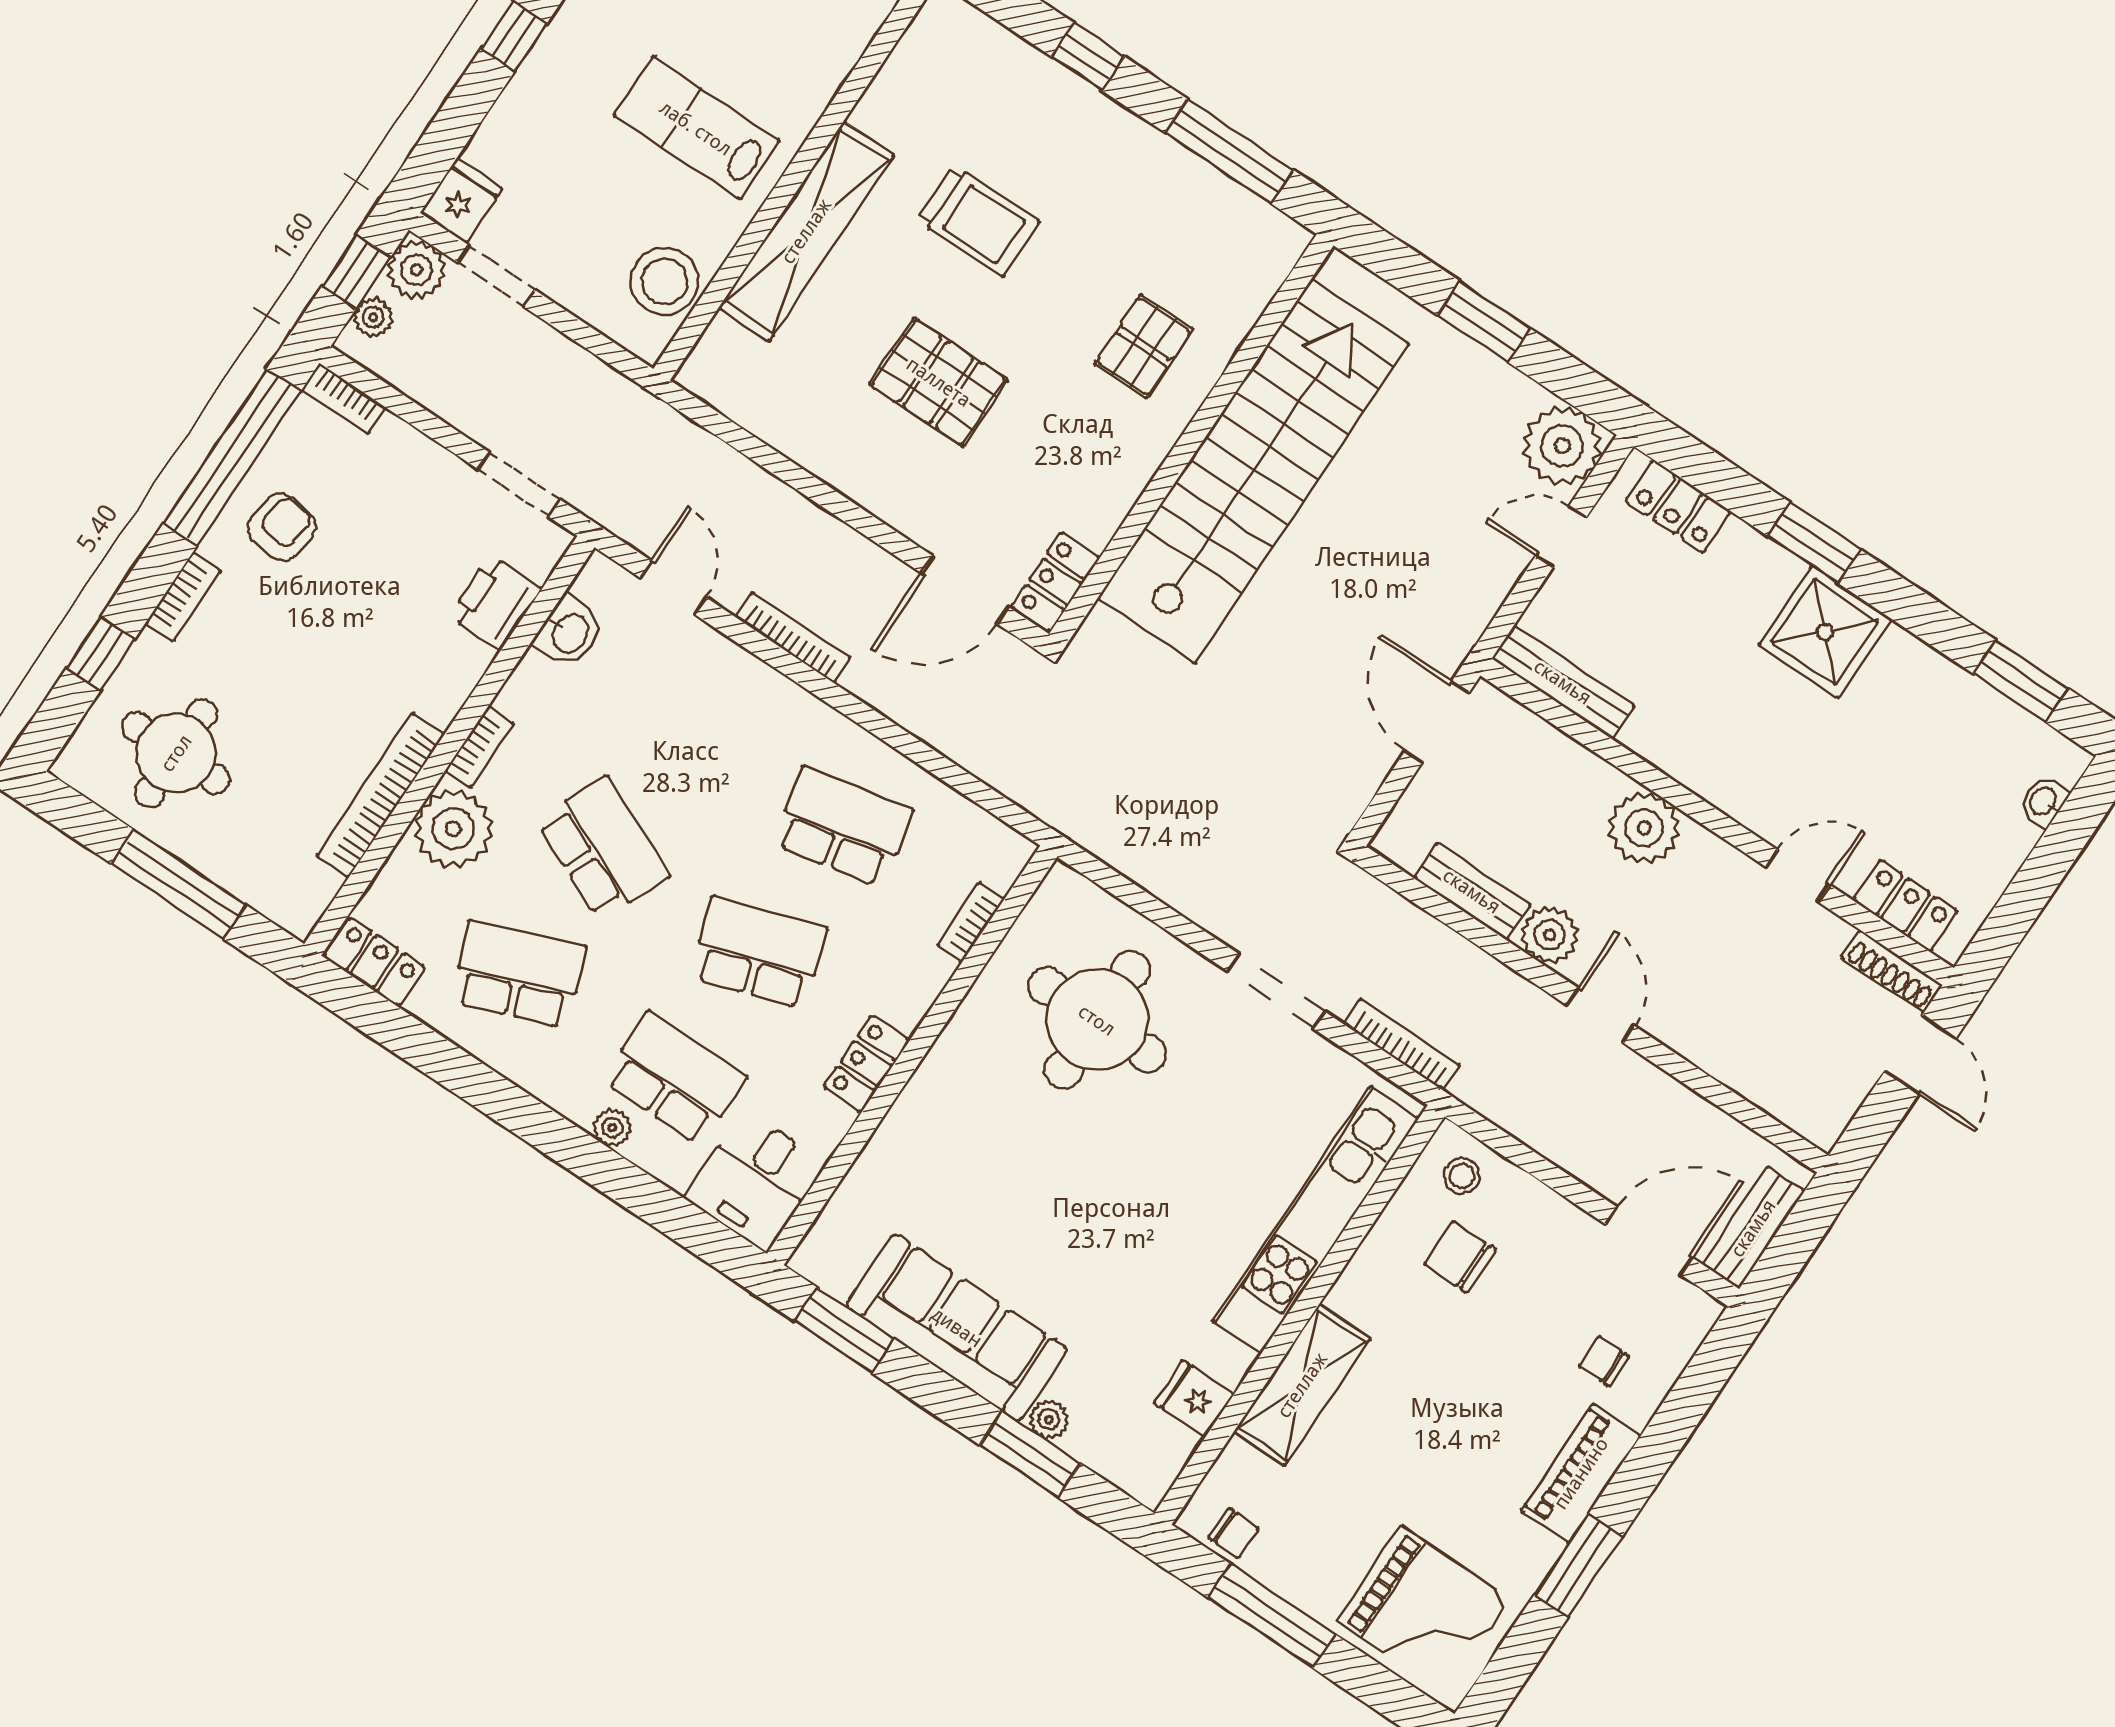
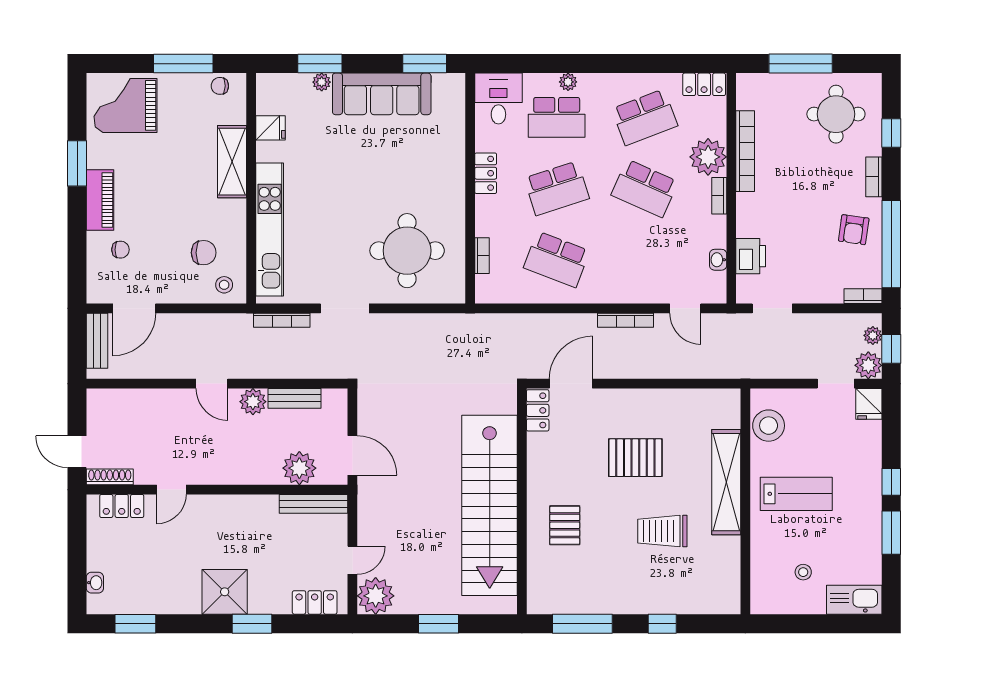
washbasin: (569, 632) -> (718, 260), width x0.72, depth x0.69
school desk: (843, 827) -> (557, 259), turned 33
plant: (1644, 828) -> (299, 468), moved

